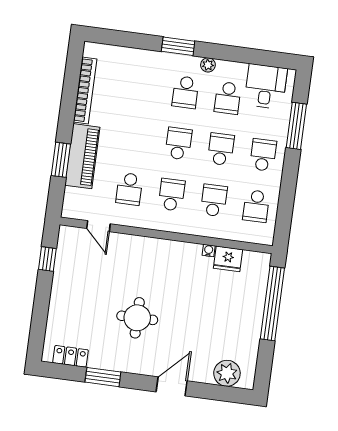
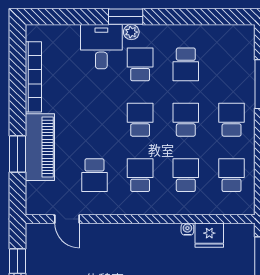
plant: (208, 65) -> (131, 32), moved
desk: (266, 86) -> (101, 47), moved
school desk: (185, 92) -> (140, 64), turned 180
school desk: (256, 206) -> (232, 175), turned 180

